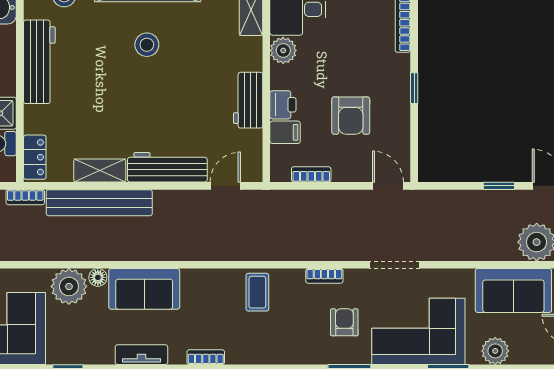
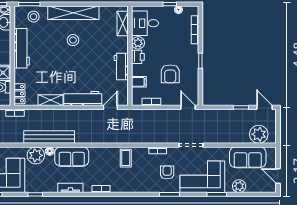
printer: (283, 105) -> (138, 57), moved
bench: (99, 203) -> (49, 137), moved

